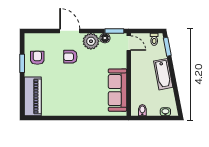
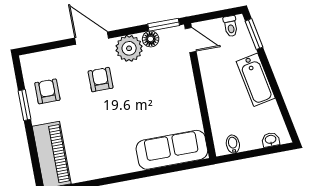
armchair: (70, 57) -> (101, 80), turned 90
sofa: (117, 90) -> (172, 150), moved, turned 90

